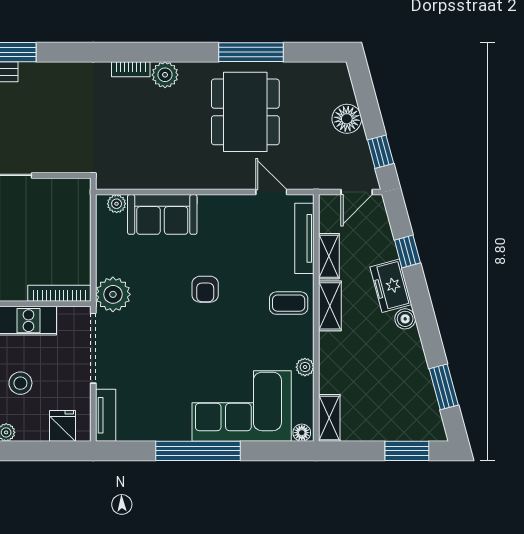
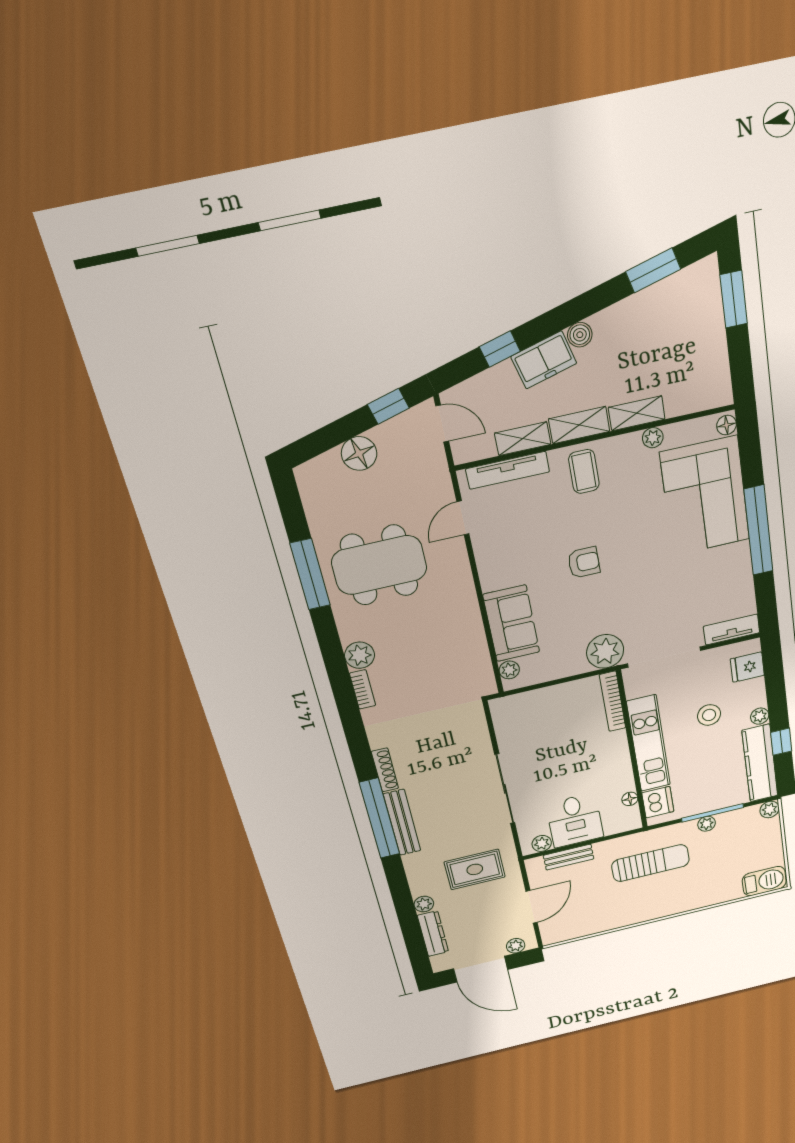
shoe rack: (43, 69) -> (385, 770), added
shelving: (329, 418) -> (637, 413), moved

